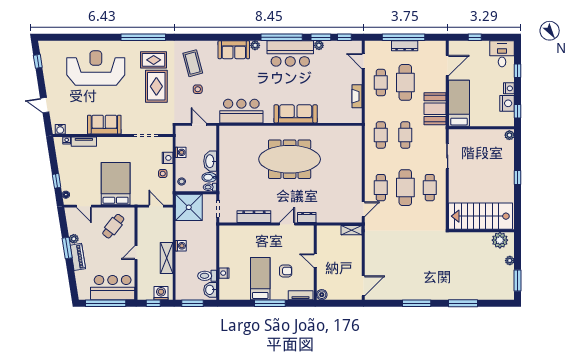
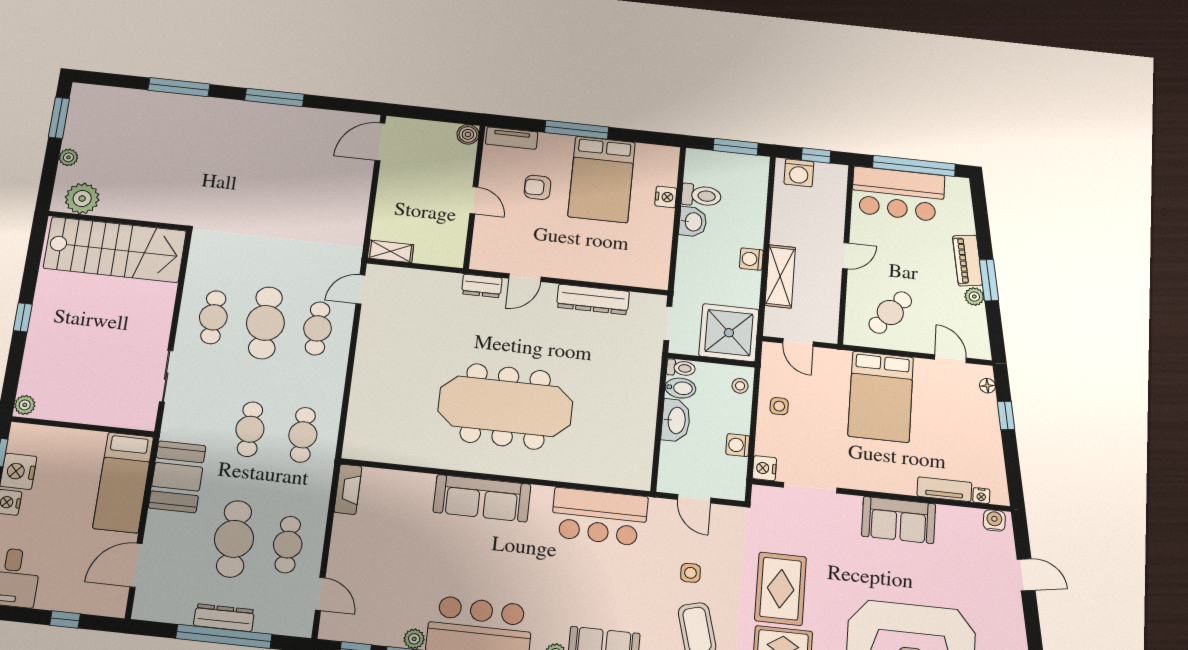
fireplace: (357, 96) -> (348, 489), moved
nightstand: (168, 158) -> (764, 468), moved
shelving: (167, 258) -> (780, 276), moved
bed: (260, 279) -> (602, 179), width x1.50
washbasin: (210, 290) -> (693, 222), moved

